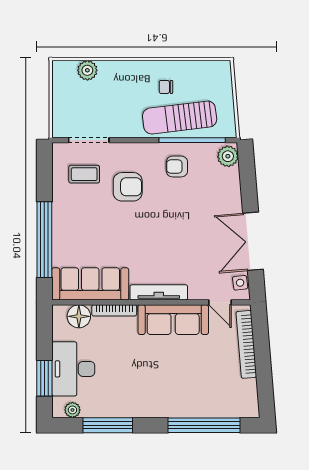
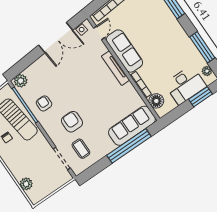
armchair: (177, 166) -> (44, 103), turned 180
sofa: (90, 284) -> (132, 126), moved, turned 90

